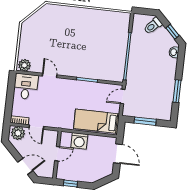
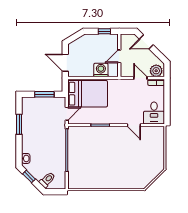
plant: (24, 65) -> (157, 132), removed
bed: (97, 121) -> (88, 94), width x1.50

